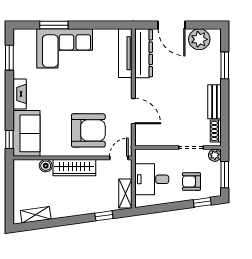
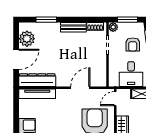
door: (119, 158) -> (115, 99), hinge flipped

